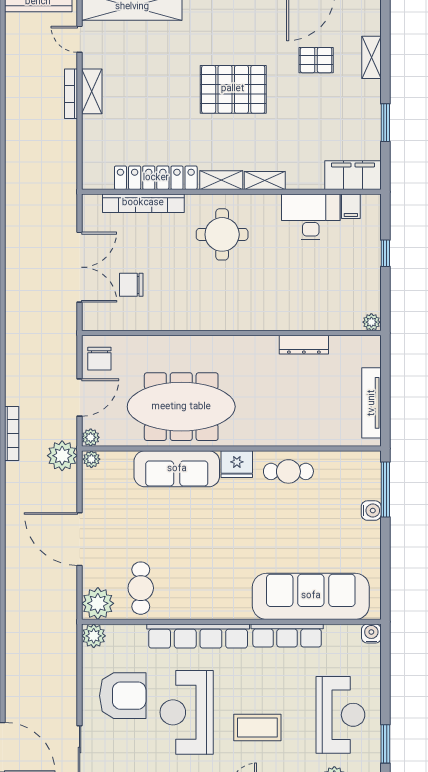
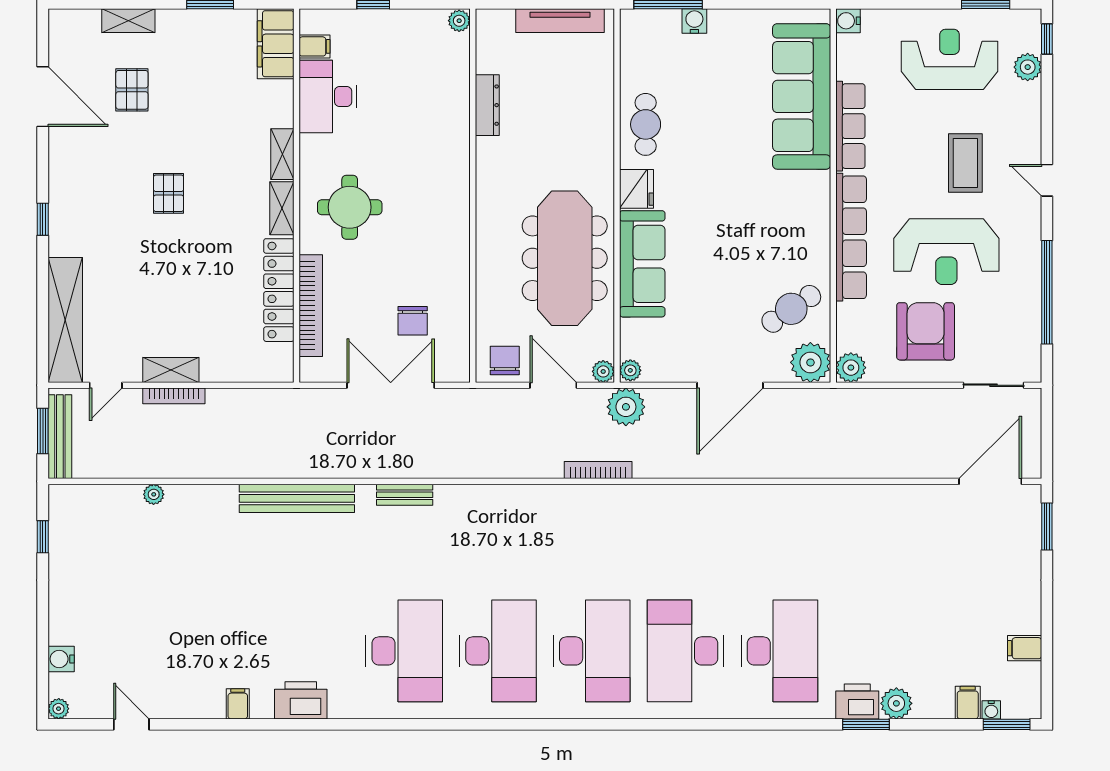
pallet: (233, 89) -> (169, 193), width x0.49, depth x0.50
chair: (99, 359) -> (505, 360), turned -90
cafe table: (141, 588) -> (791, 309), turned -34

